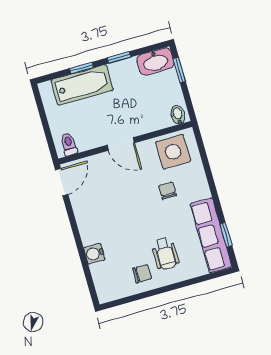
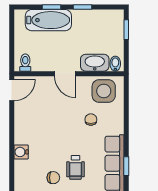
washbasin: (155, 61) -> (95, 63), moved, turned 180

